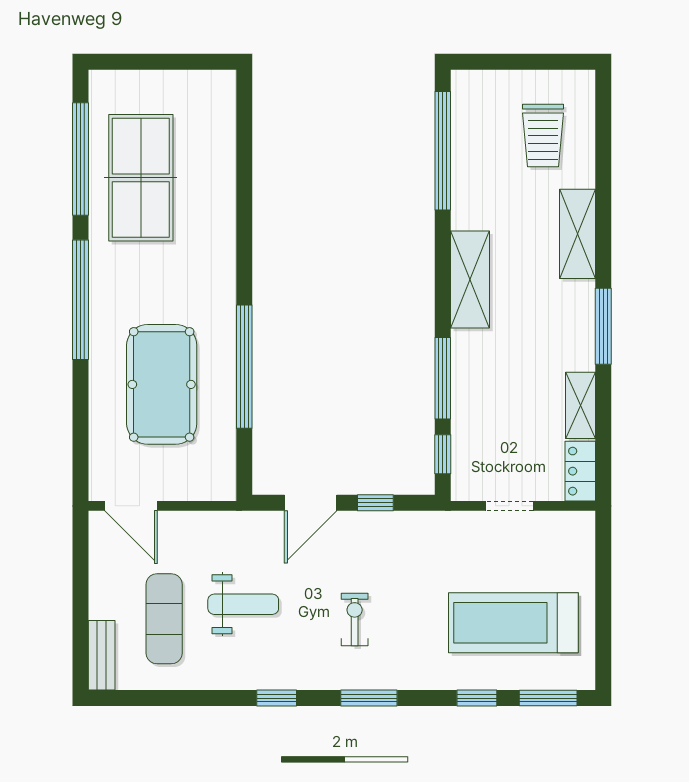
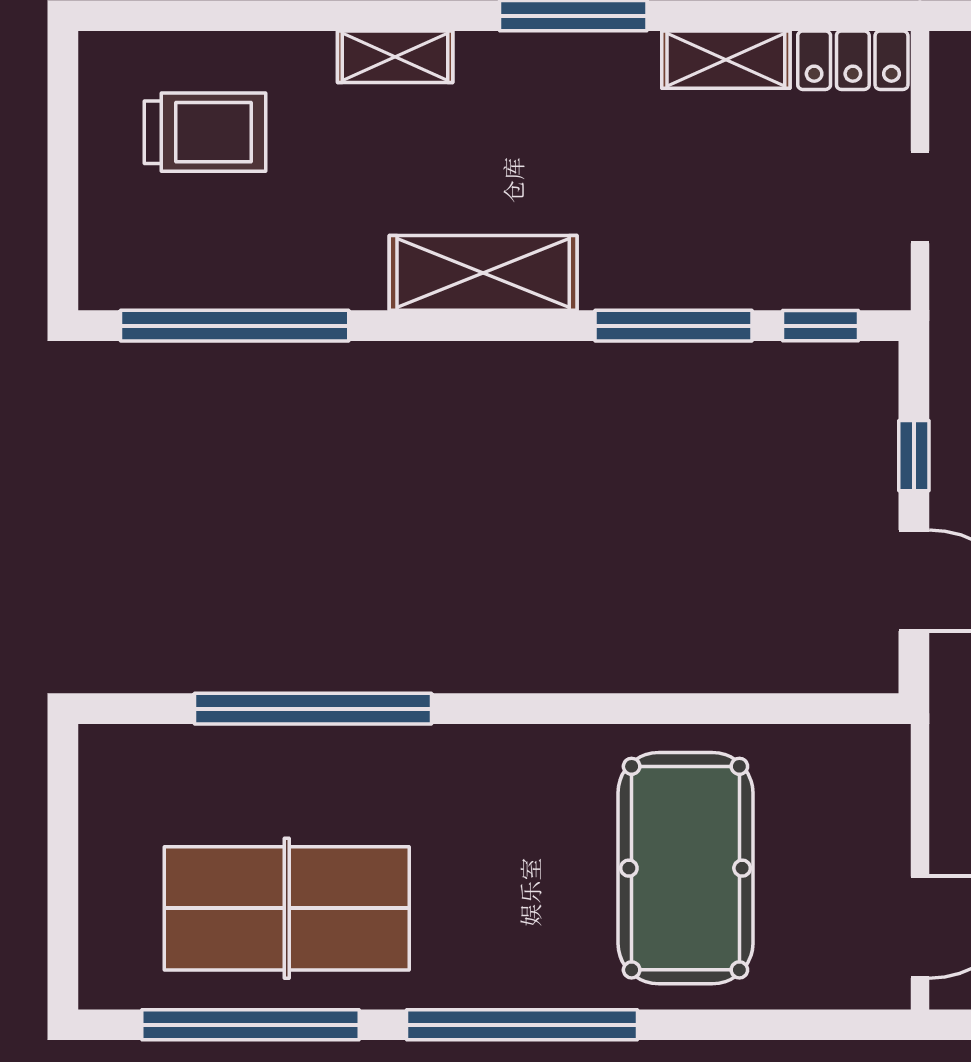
shelving: (578, 234) -> (395, 57), width x0.67, depth x0.75
window: (244, 367) -> (313, 709), moved
pool table: (162, 384) -> (685, 868), turned 90

